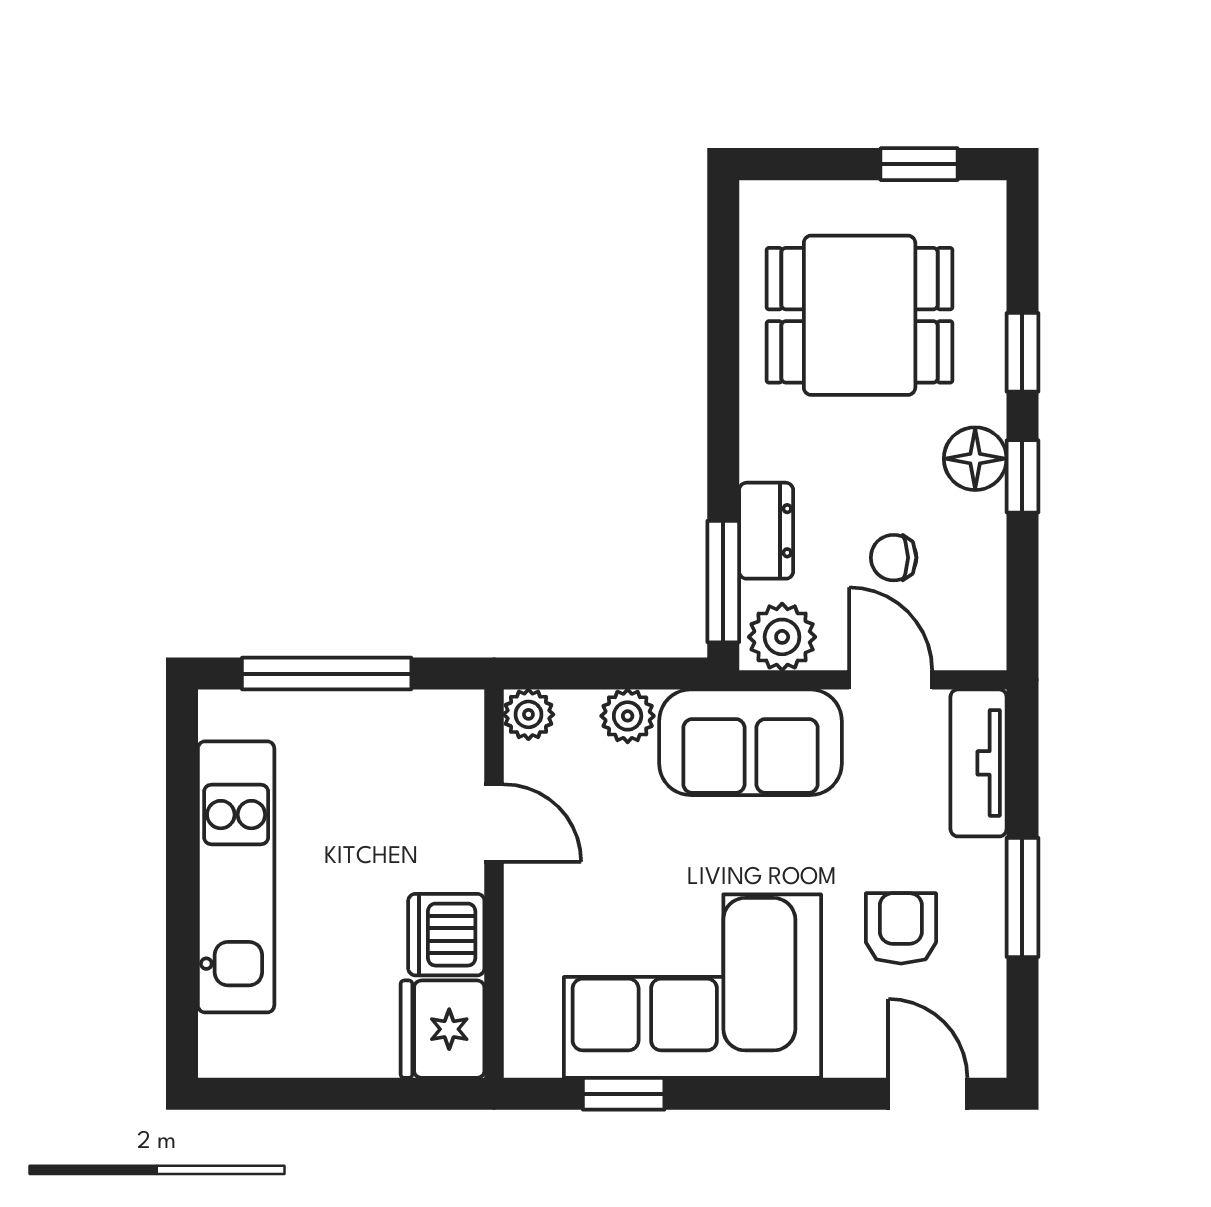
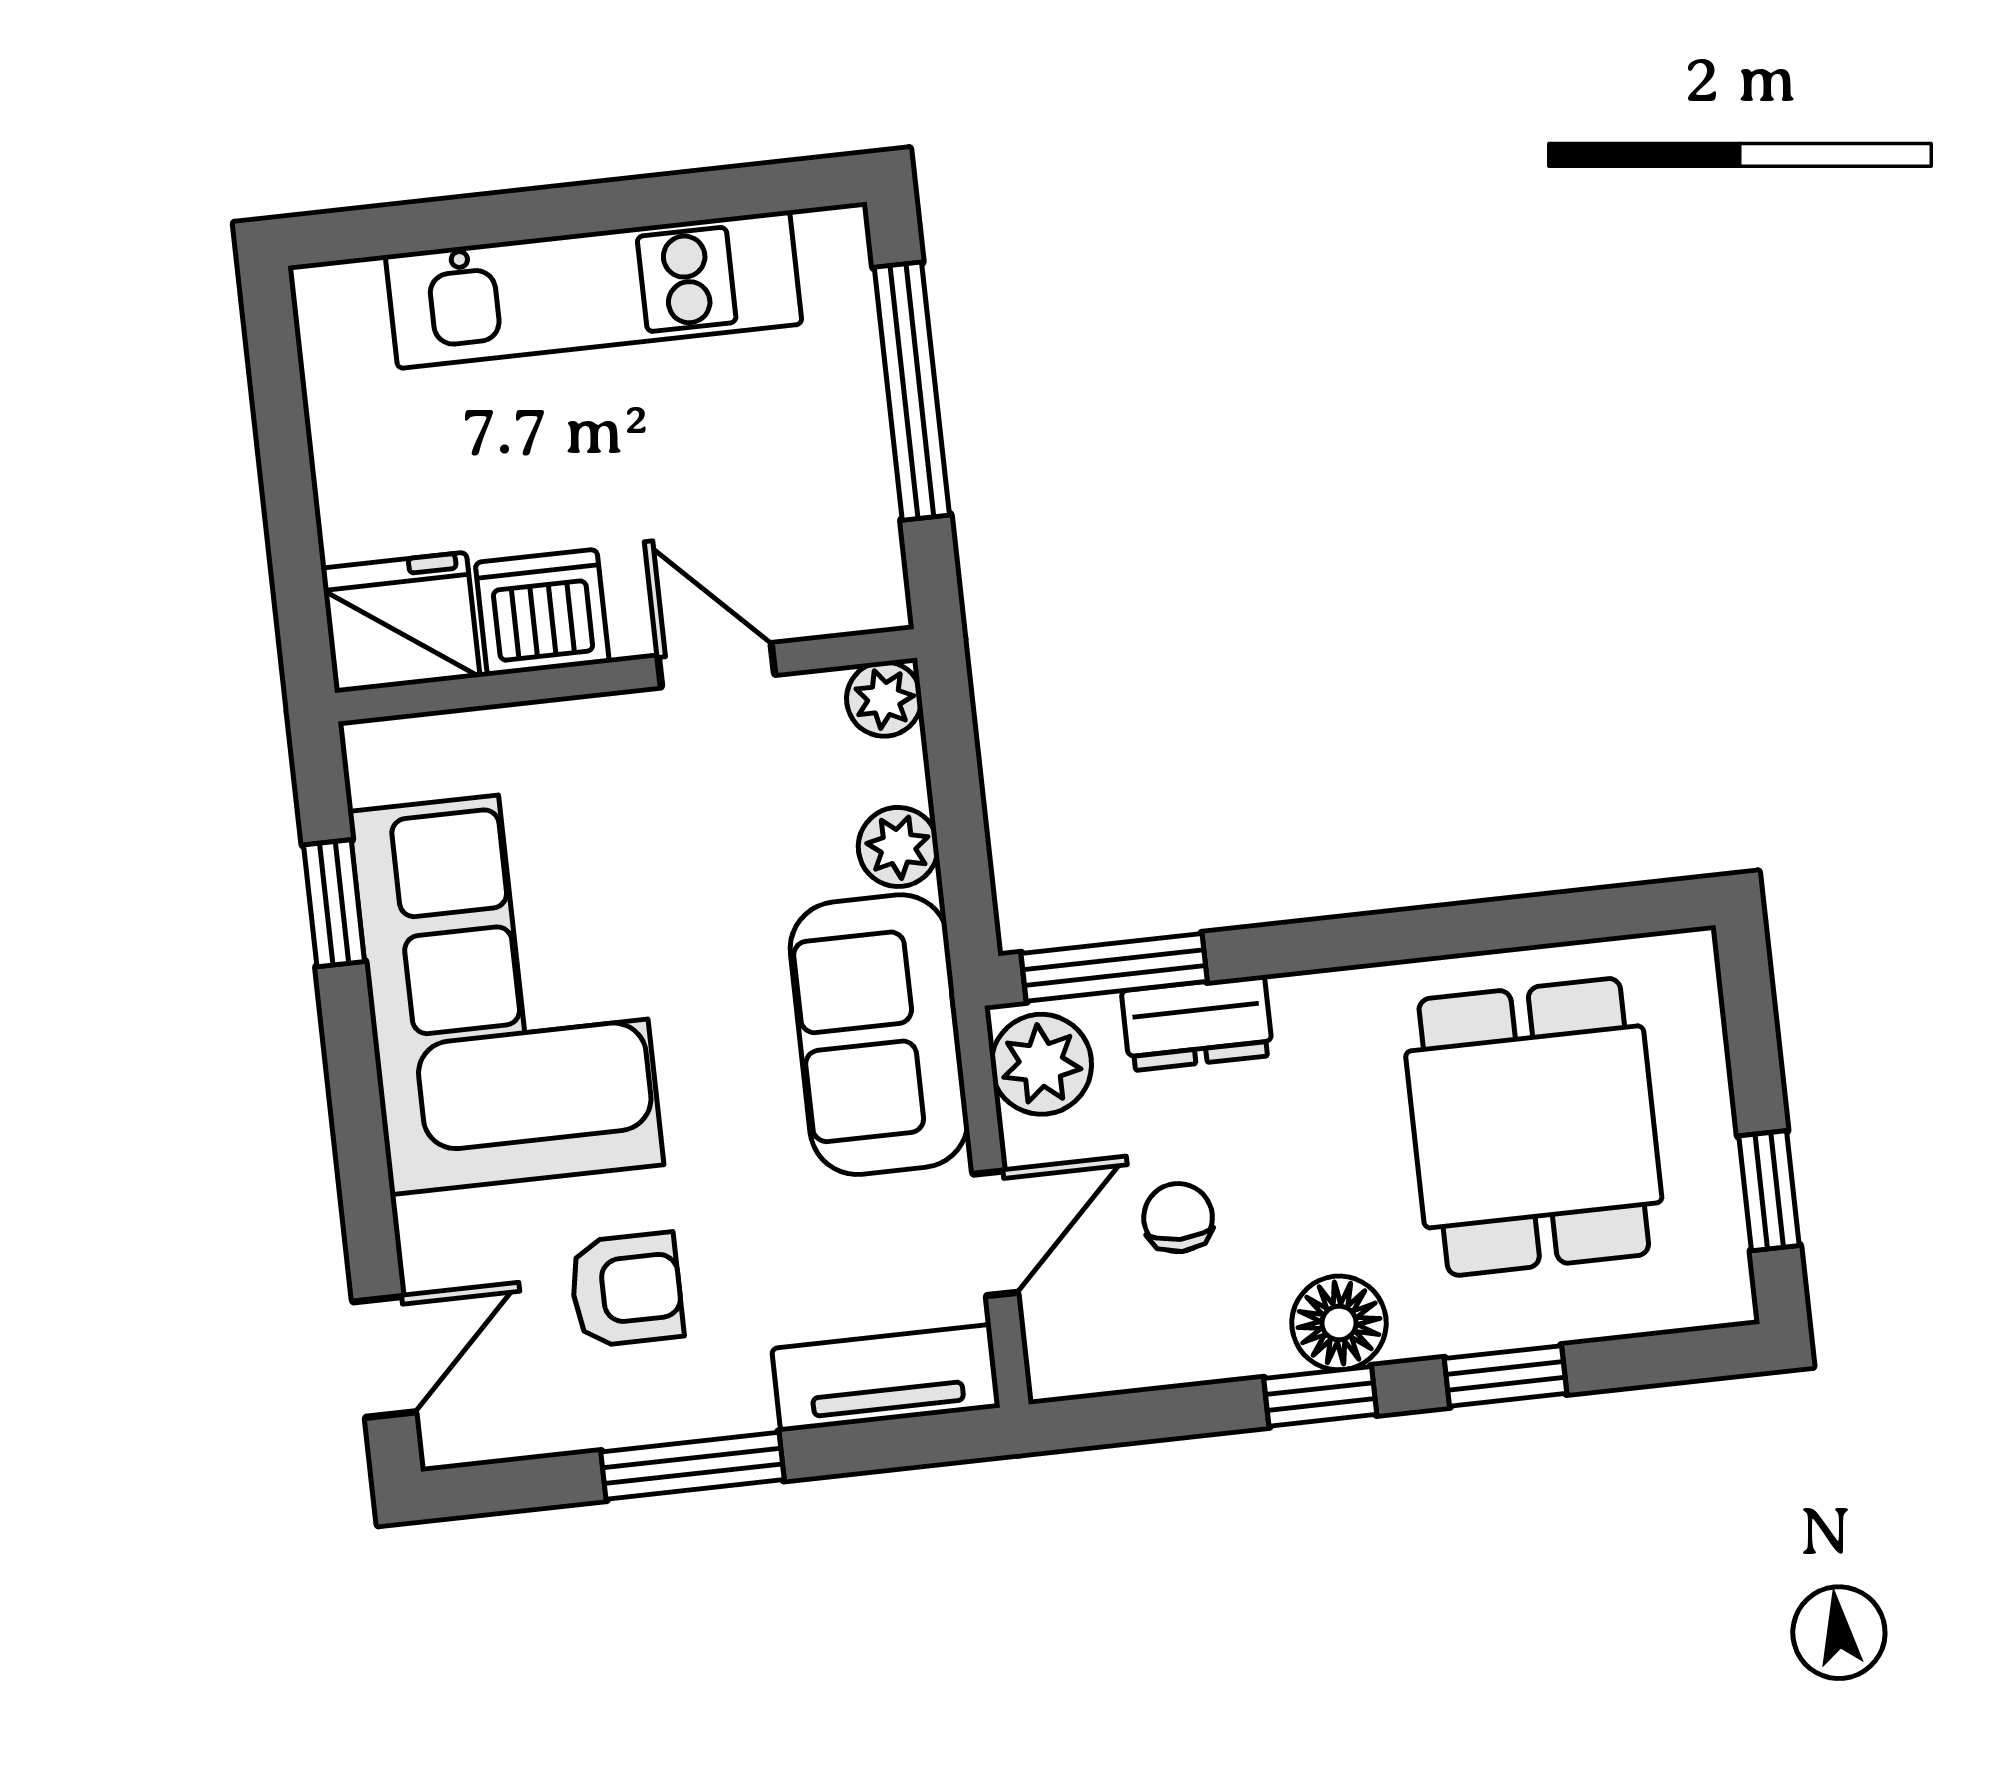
door: (494, 823) -> (716, 665), swing flipped

